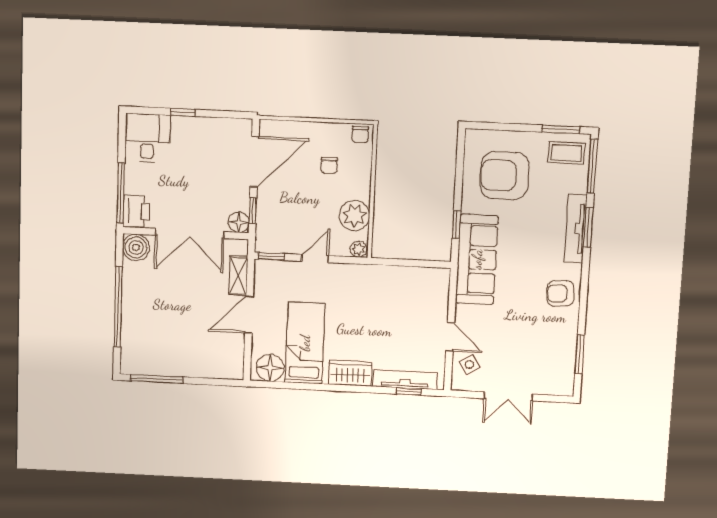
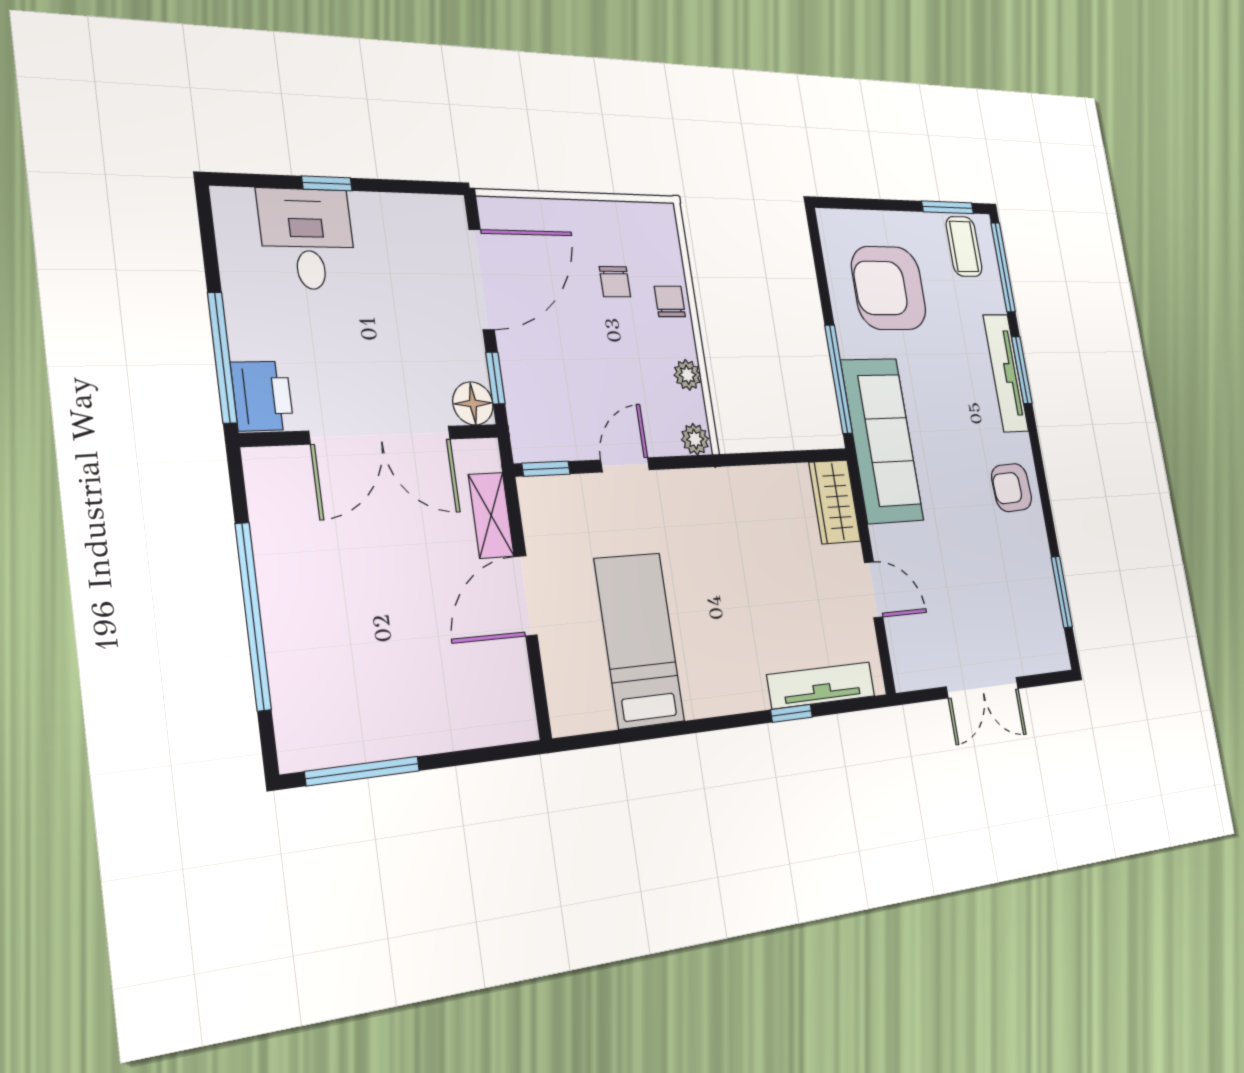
chair: (360, 134) -> (670, 301), moved, turned 180
desk: (147, 138) -> (307, 239), moved
coffee table: (566, 153) -> (964, 246), turned 90
plant: (354, 216) -> (687, 375), width x0.53, depth x0.53
window: (456, 224) -> (839, 379), width x2.17
boiler: (136, 247) -> (273, 476), removed
side table: (469, 365) -> (913, 638), removed
floor lamp: (270, 368) -> (586, 704), removed
wardrobe: (350, 373) -> (835, 502), moved, turned -90
window: (409, 391) -> (791, 713), moved

